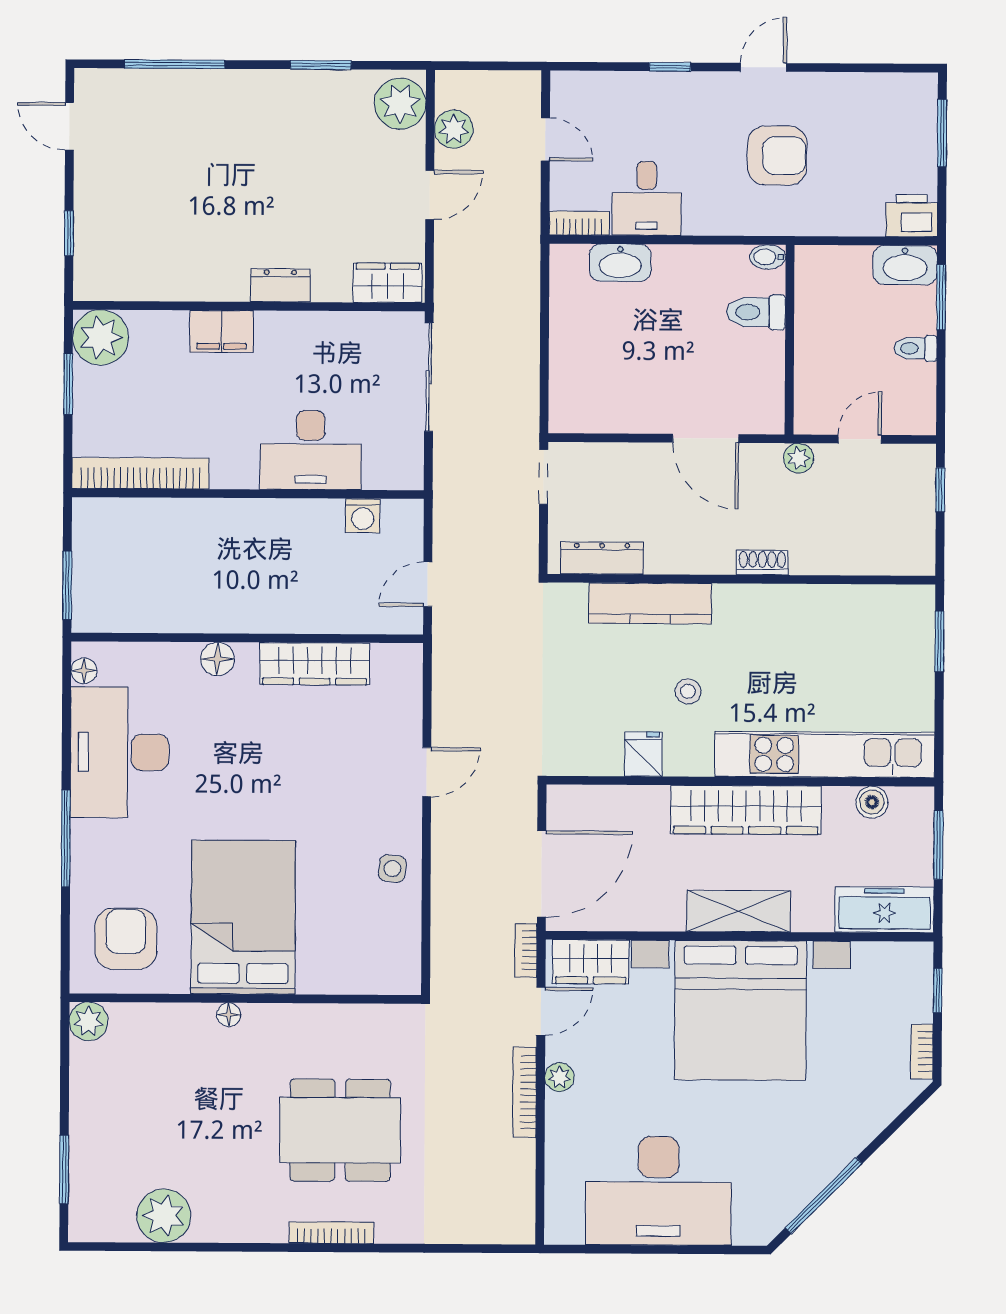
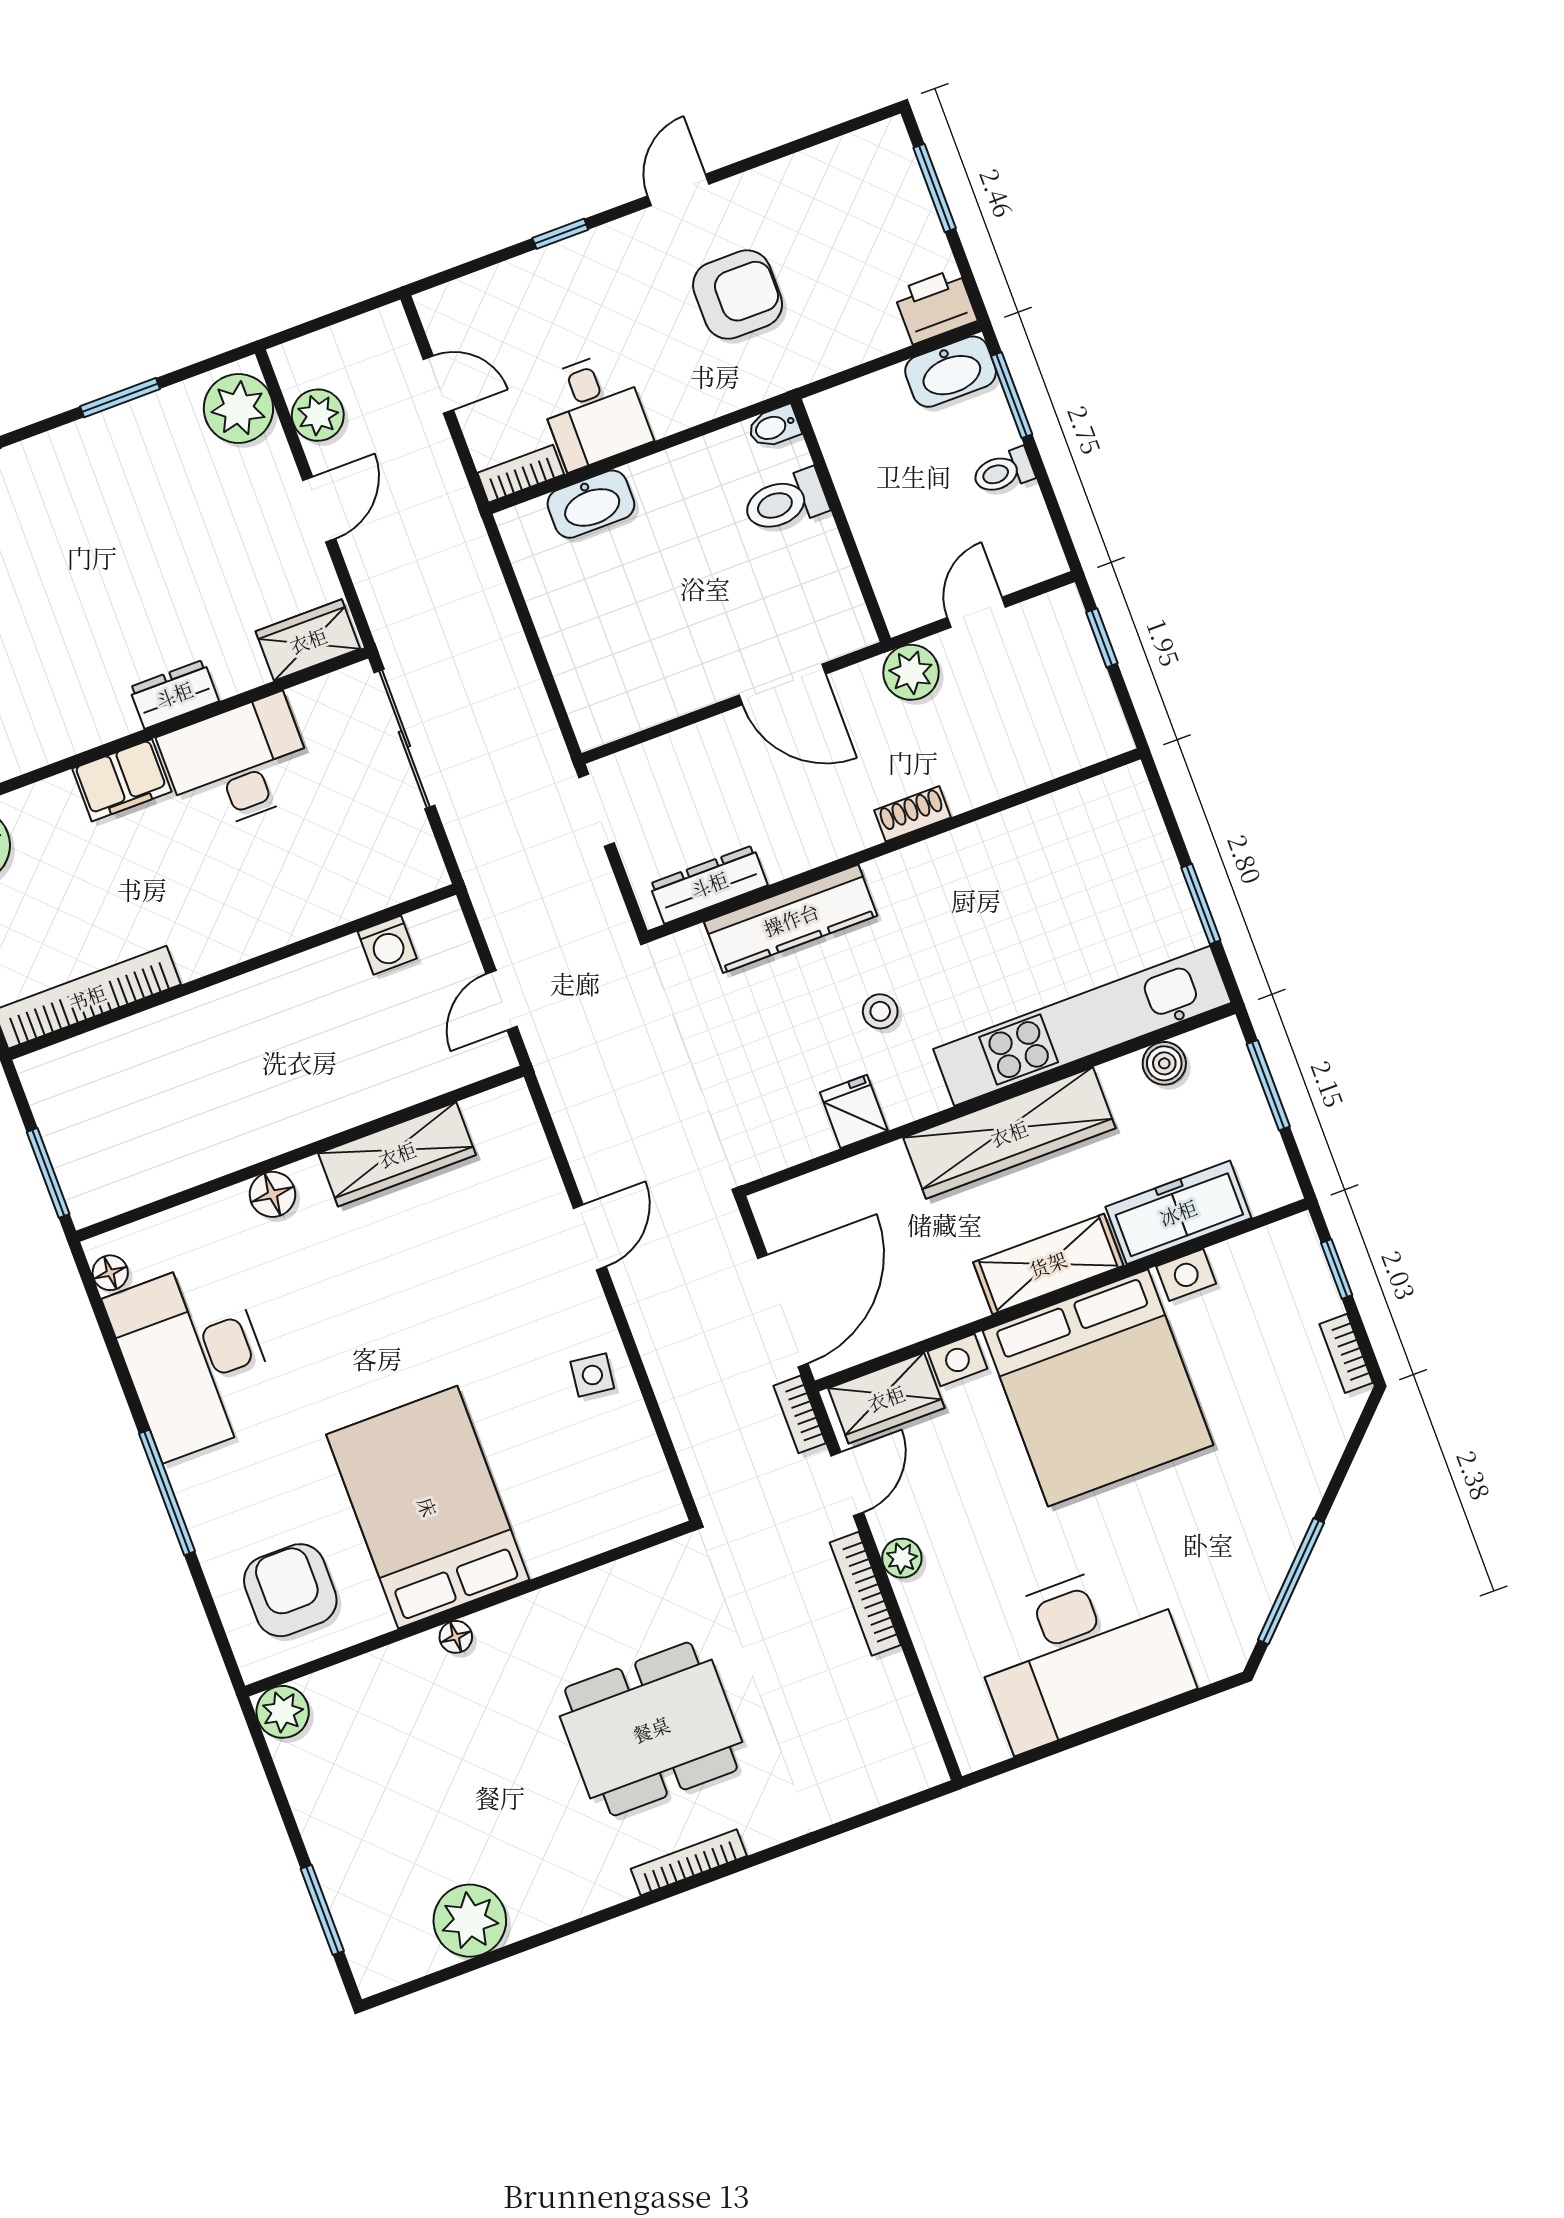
desk: (311, 450) -> (238, 764), moved, turned 180
plant: (799, 458) -> (911, 672), width x1.38, depth x1.38
window: (939, 641) -> (1201, 904), moved
freezer: (884, 910) -> (1178, 1212), moved

